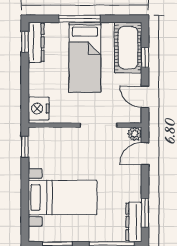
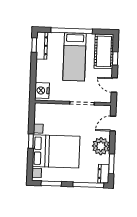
window: (79, 19) -> (72, 31), width x1.46
plant: (135, 134) -> (101, 146), moved, width x1.87, depth x1.87
window: (25, 147) -> (31, 141), moved
bed with nightstands: (63, 197) -> (56, 151), width x1.36
dresser: (134, 222) -> (104, 174), width x0.70

